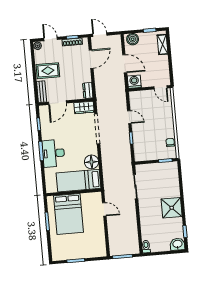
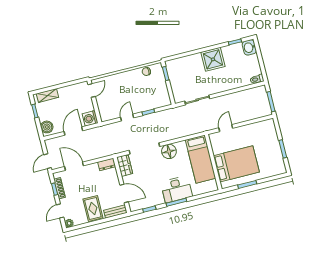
floor lamp: (92, 162) -> (169, 151), moved

